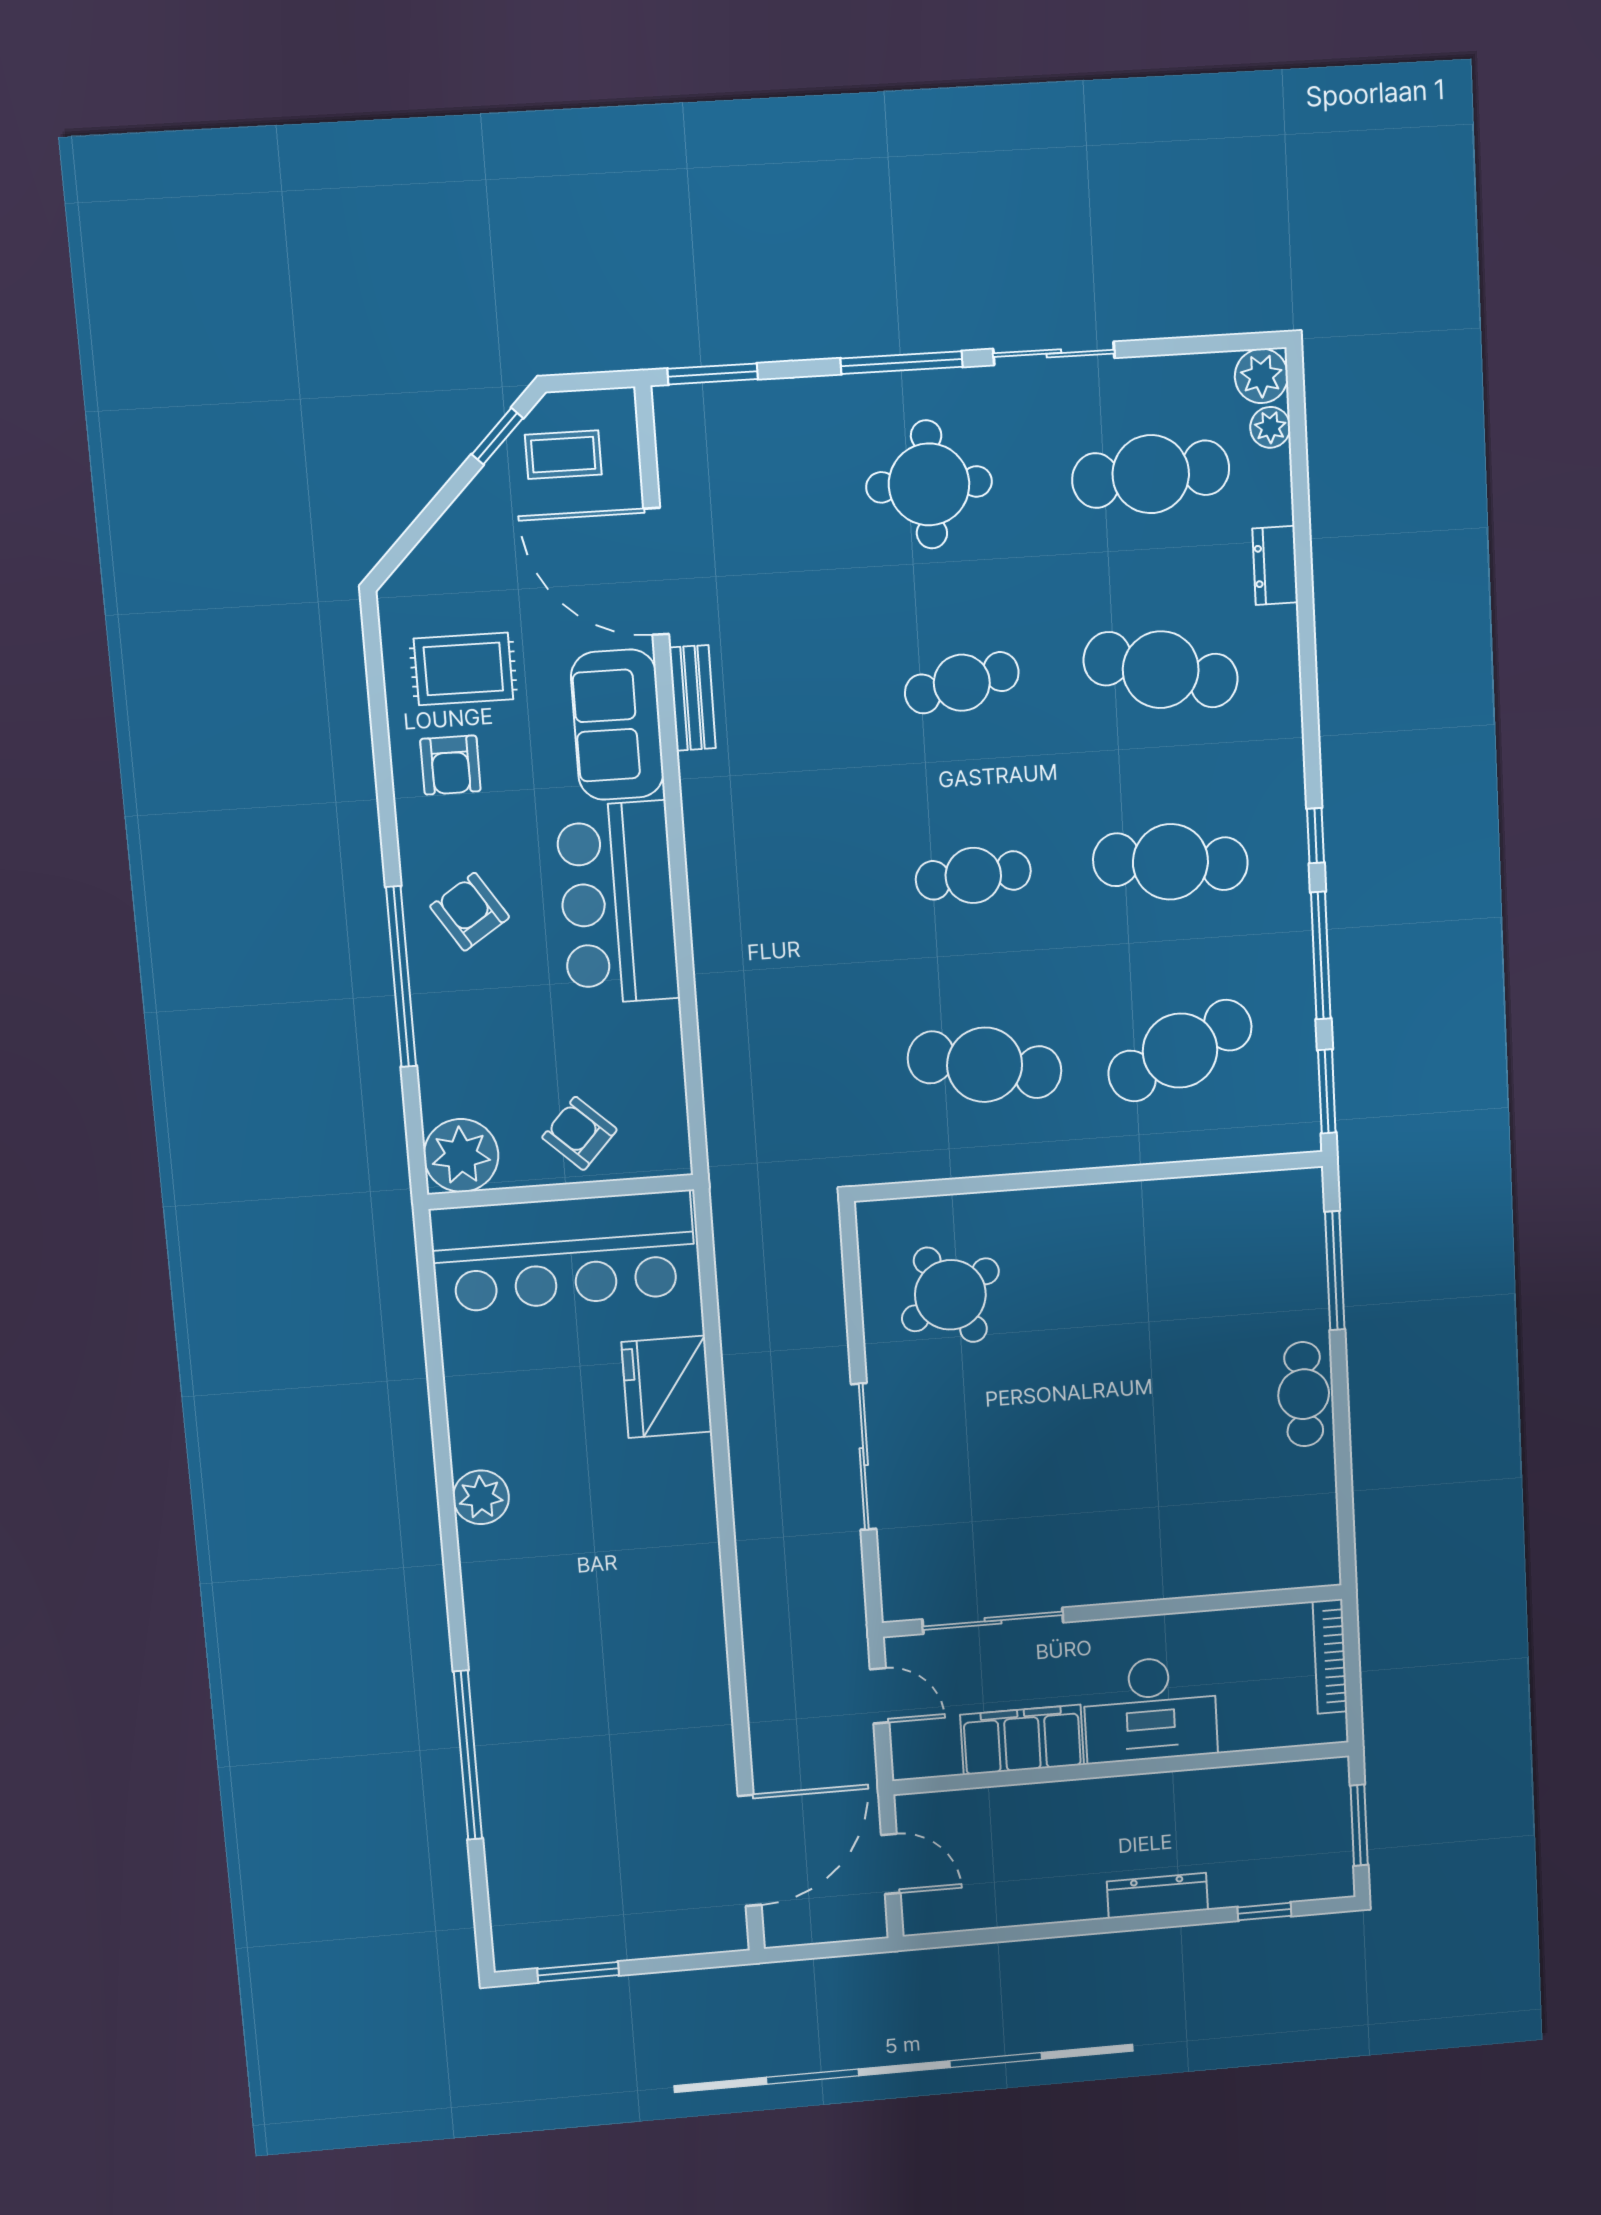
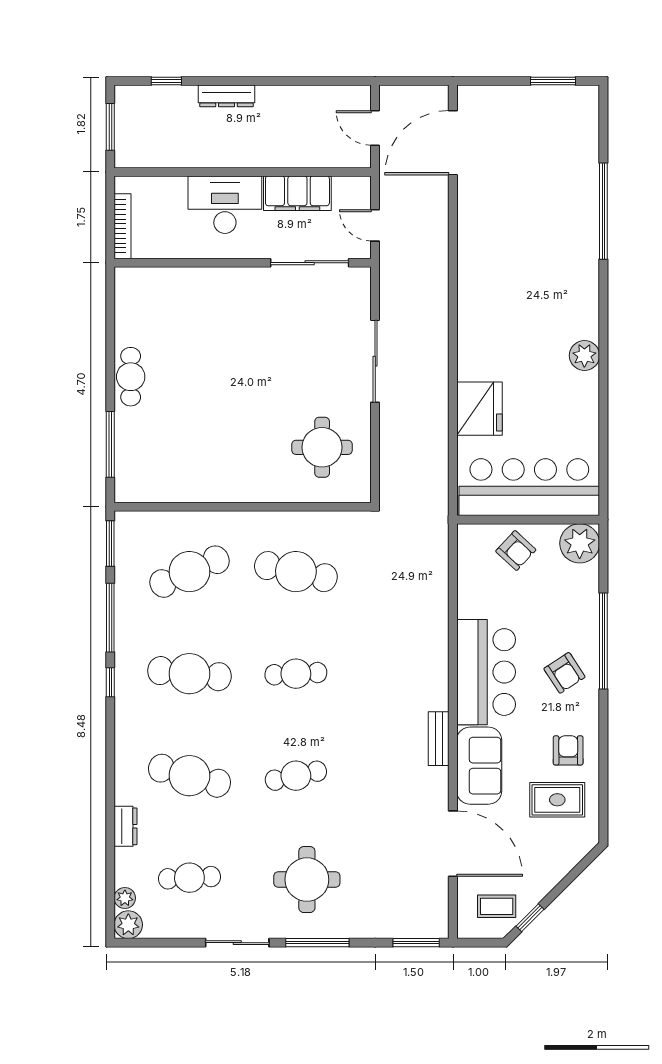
cafe table: (1151, 474) -> (189, 878), width x0.73, depth x0.74
bench: (693, 698) -> (439, 739), moved
round table: (950, 1295) -> (322, 447), turned 30

